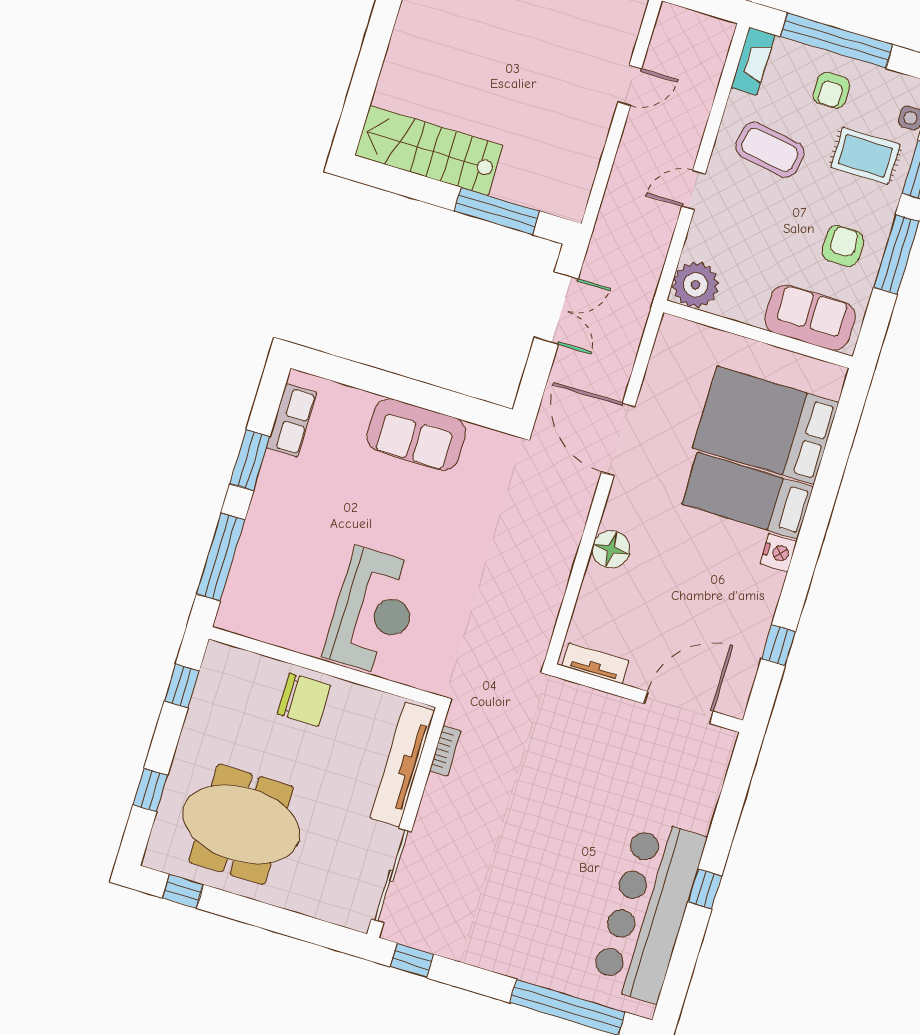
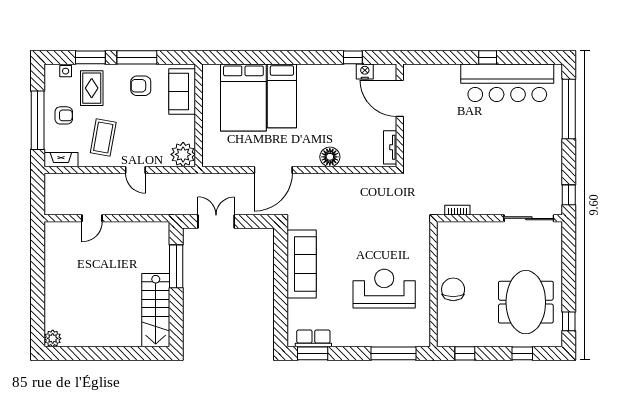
door: (630, 85) -> (92, 218), swing flipped
sofa: (416, 435) -> (302, 264), width x1.36
window: (250, 460) -> (313, 353), moved
nightstand: (778, 553) -> (365, 72), moved
reception desk: (373, 611) -> (384, 289), moved
tv unit: (402, 764) -> (471, 230), removed

